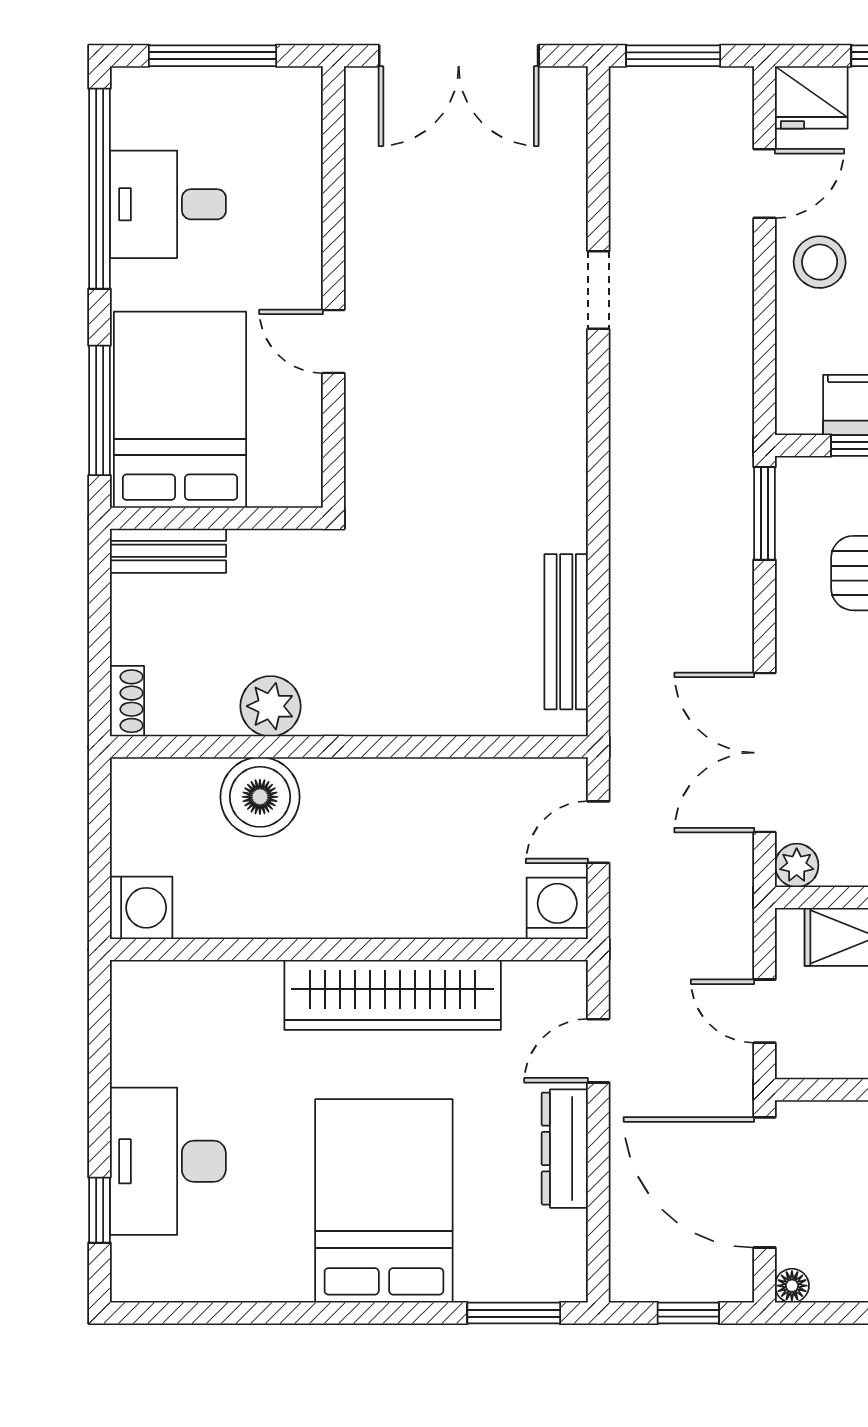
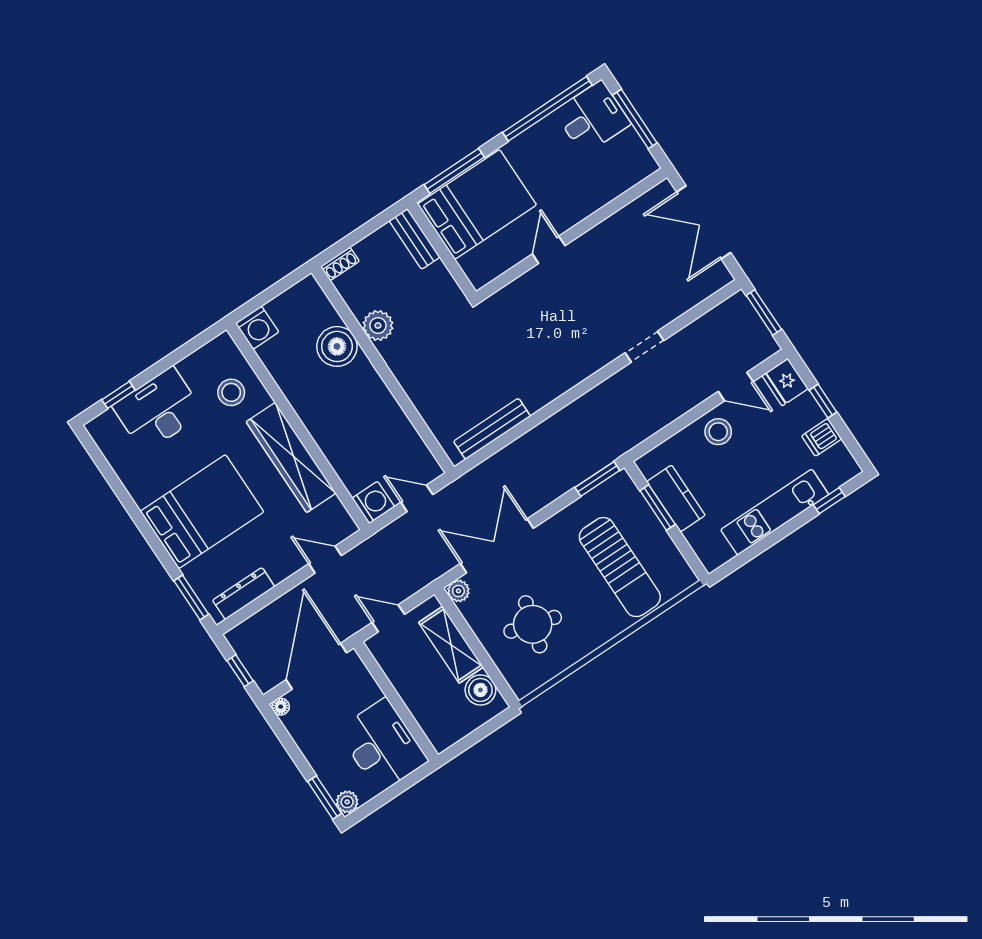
desk: (168, 204) -> (592, 118), moved, turned 90
door: (765, 1011) -> (388, 618), hinge flipped
stool: (219, 1022) -> (231, 392), added
dresser: (565, 1149) -> (244, 594), moved

